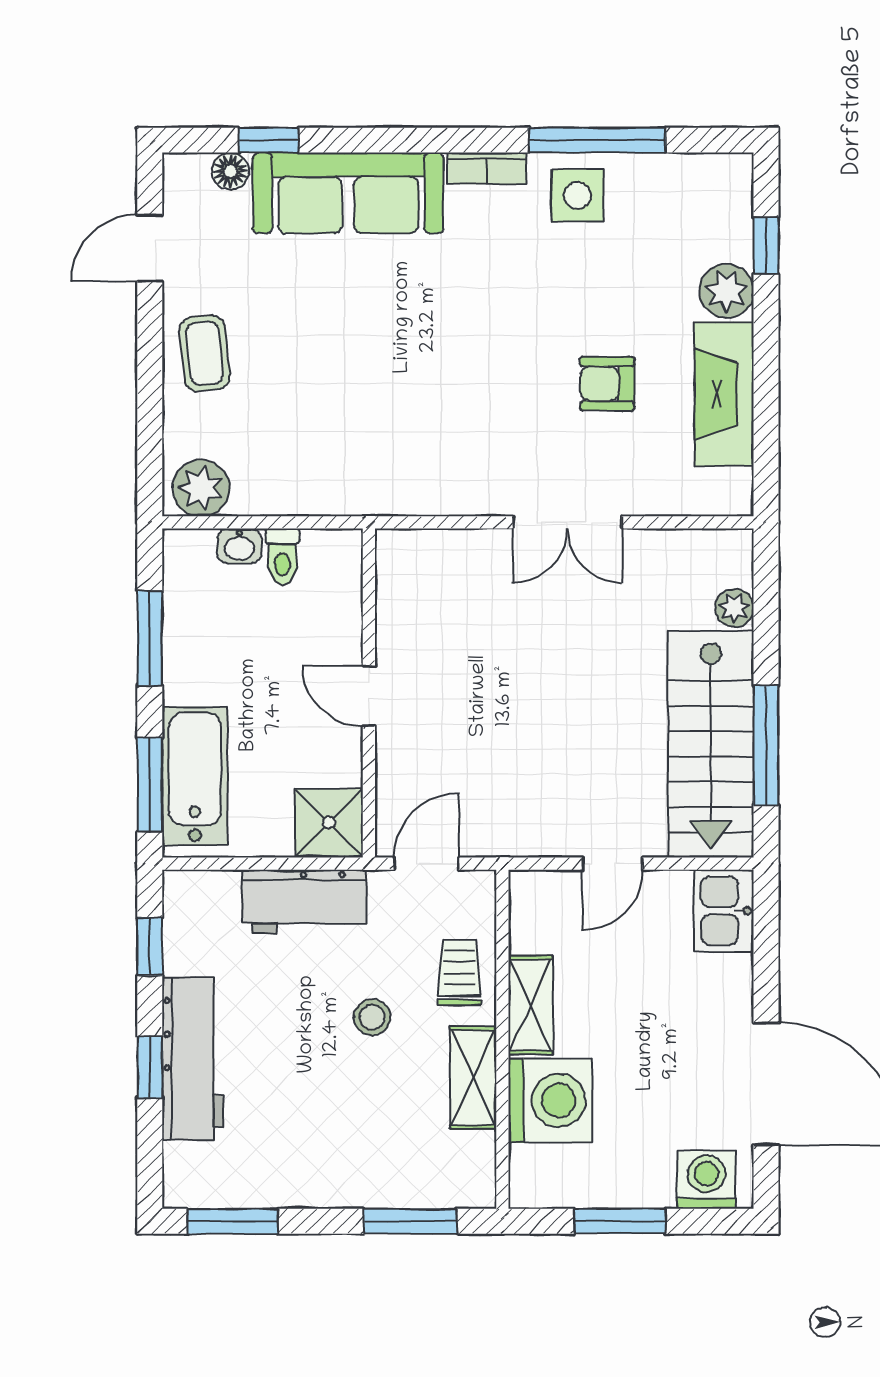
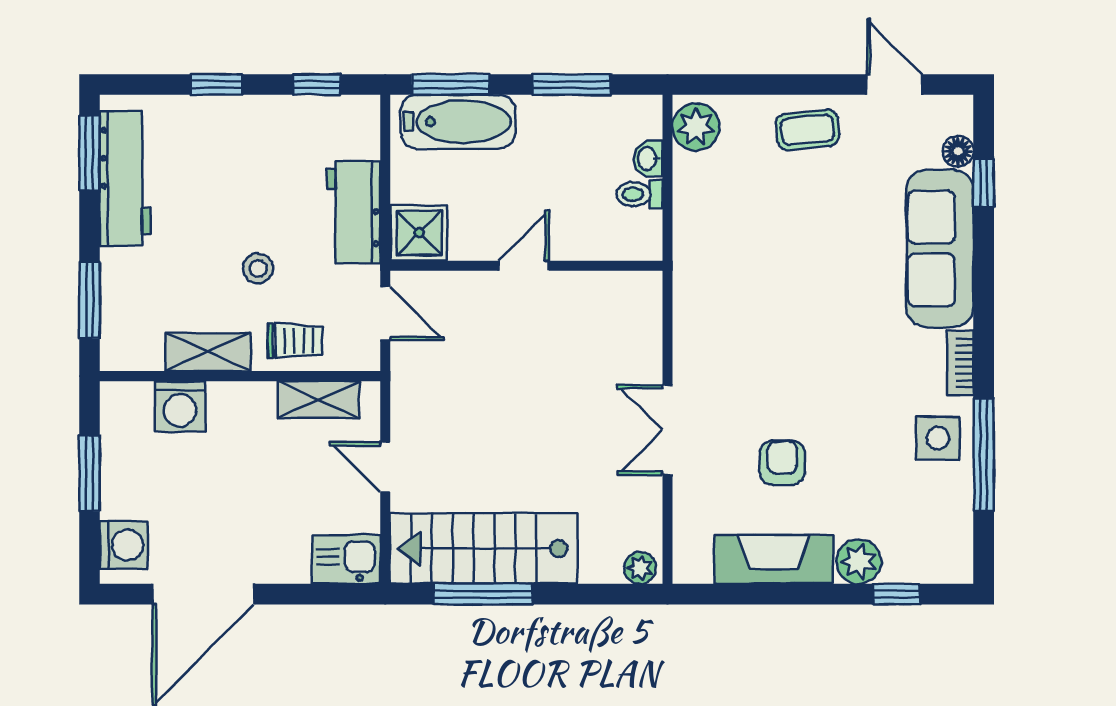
plant: (734, 608) -> (640, 568), moved
shelving: (531, 1005) -> (319, 399), moved
workbench: (193, 1059) -> (125, 178), moved, turned -90
washing machine: (550, 1100) -> (180, 406), width x0.73, depth x0.73

